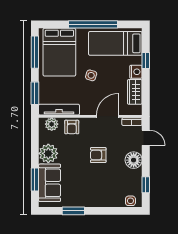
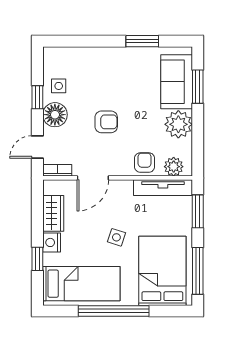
door: (146, 138) -> (37, 147), hinge flipped
window: (146, 185) -> (37, 97), moved
side table: (130, 201) -> (59, 86), moved

